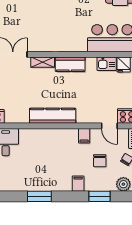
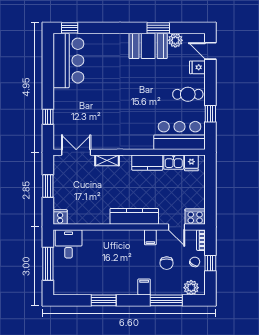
kitchen counter: (70, 64) -> (147, 163), moved
kitchen counter: (53, 116) -> (134, 216), moved
window: (99, 196) -> (166, 300), width x1.44

